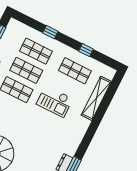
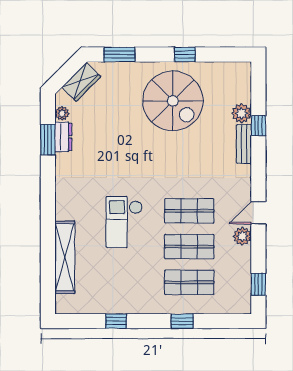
shop shelf: (75, 71) -> (117, 282), removed
checkout: (55, 101) -> (124, 222), turned -90

